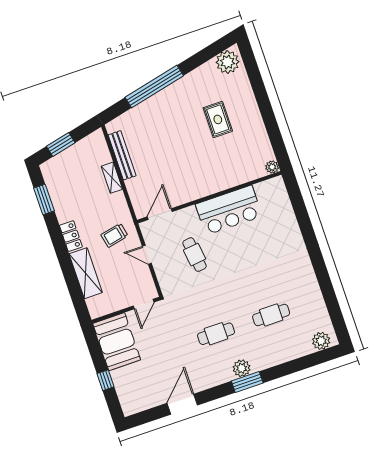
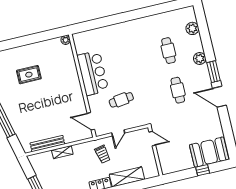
plant: (321, 341) -> (192, 28), moved
booth: (117, 342) -> (209, 152), moved
plant: (242, 368) -> (200, 59), moved
door: (182, 404) -> (219, 97), moved

